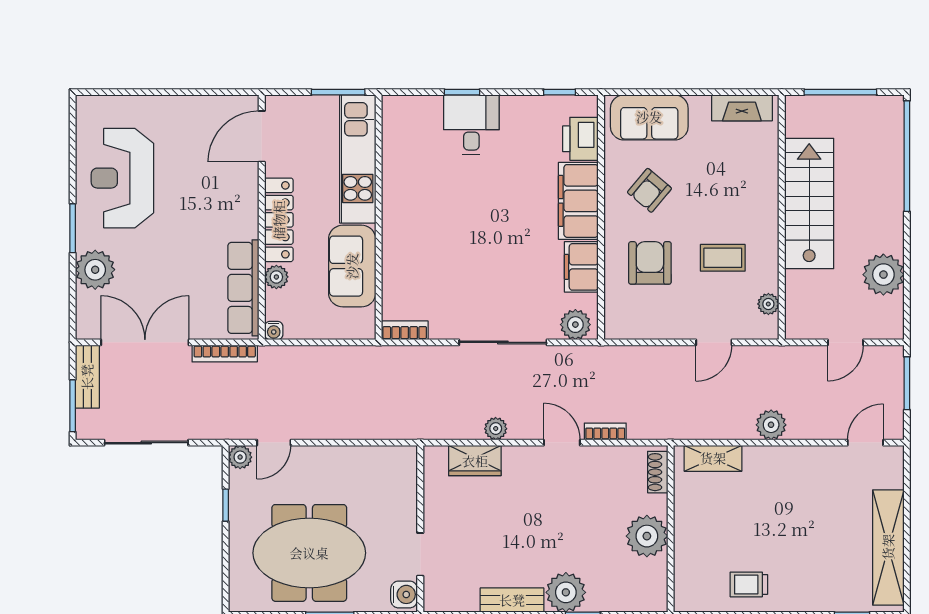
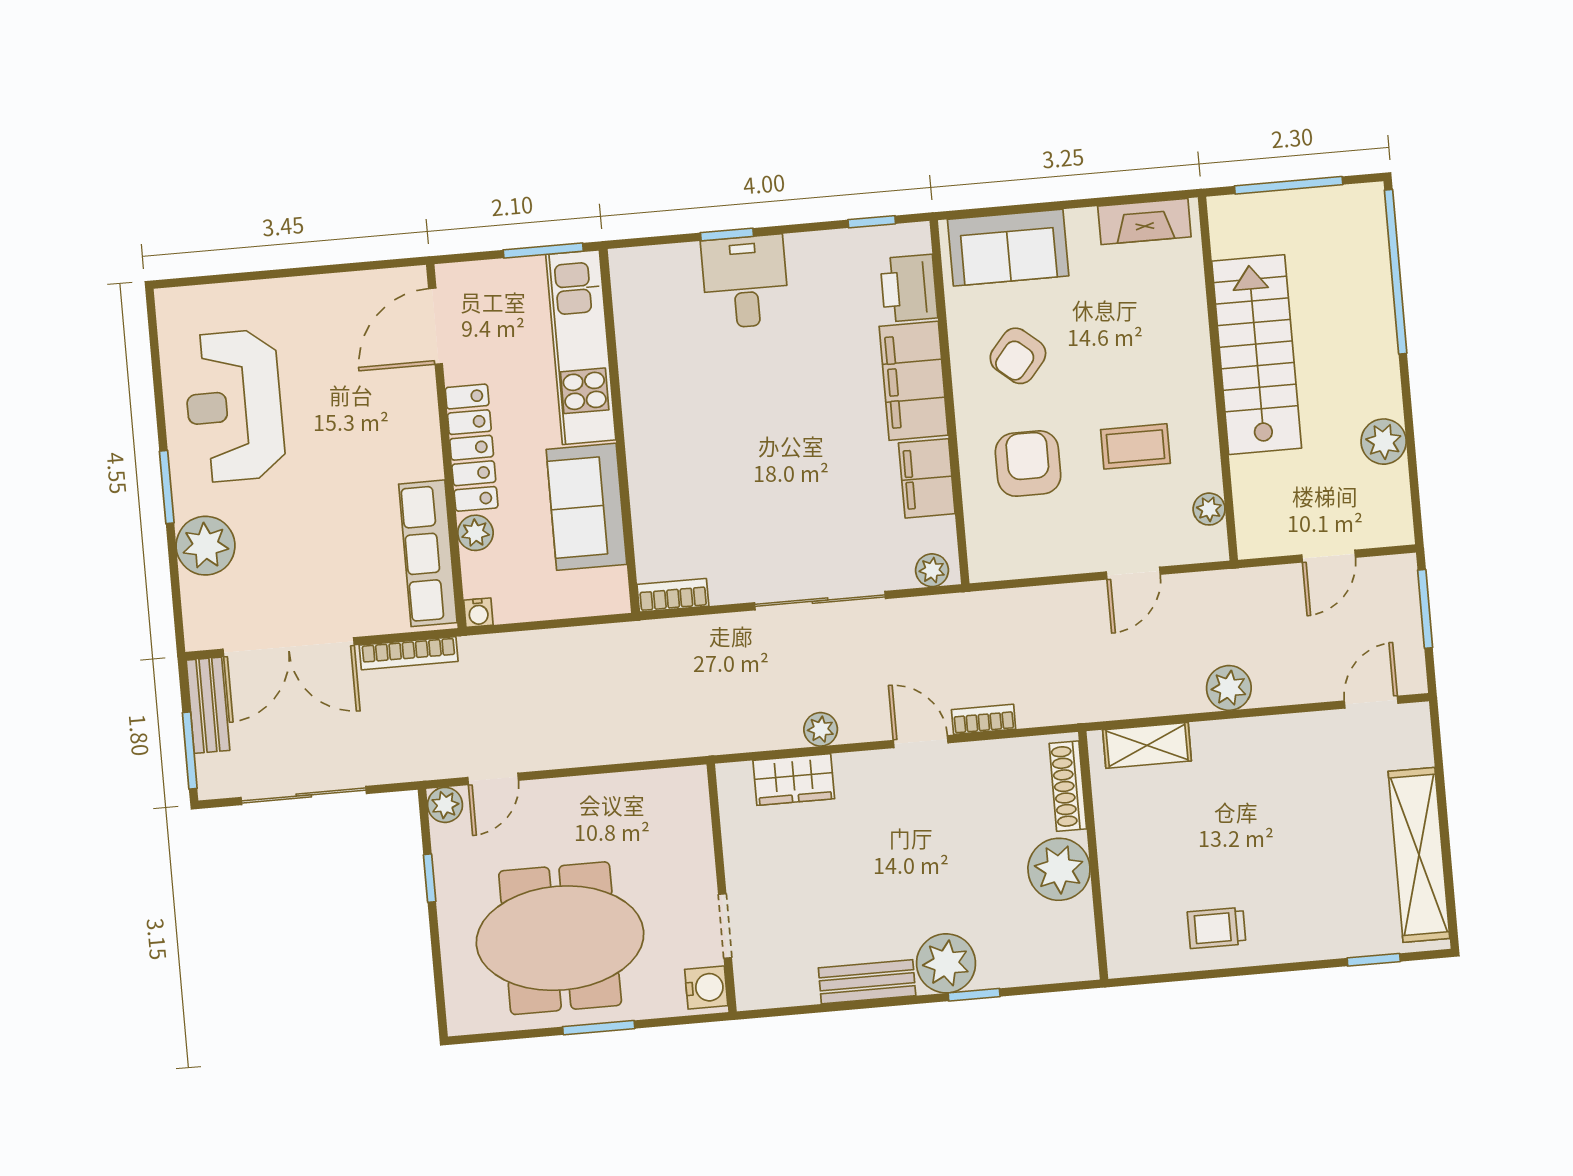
plant: (883, 275) -> (1384, 442), width x0.73, depth x0.73
plant: (575, 325) -> (932, 570), width x0.73, depth x0.73
double door: (145, 342) -> (289, 647), swing flipped
shoe rack: (658, 472) -> (1068, 786), width x1.43

